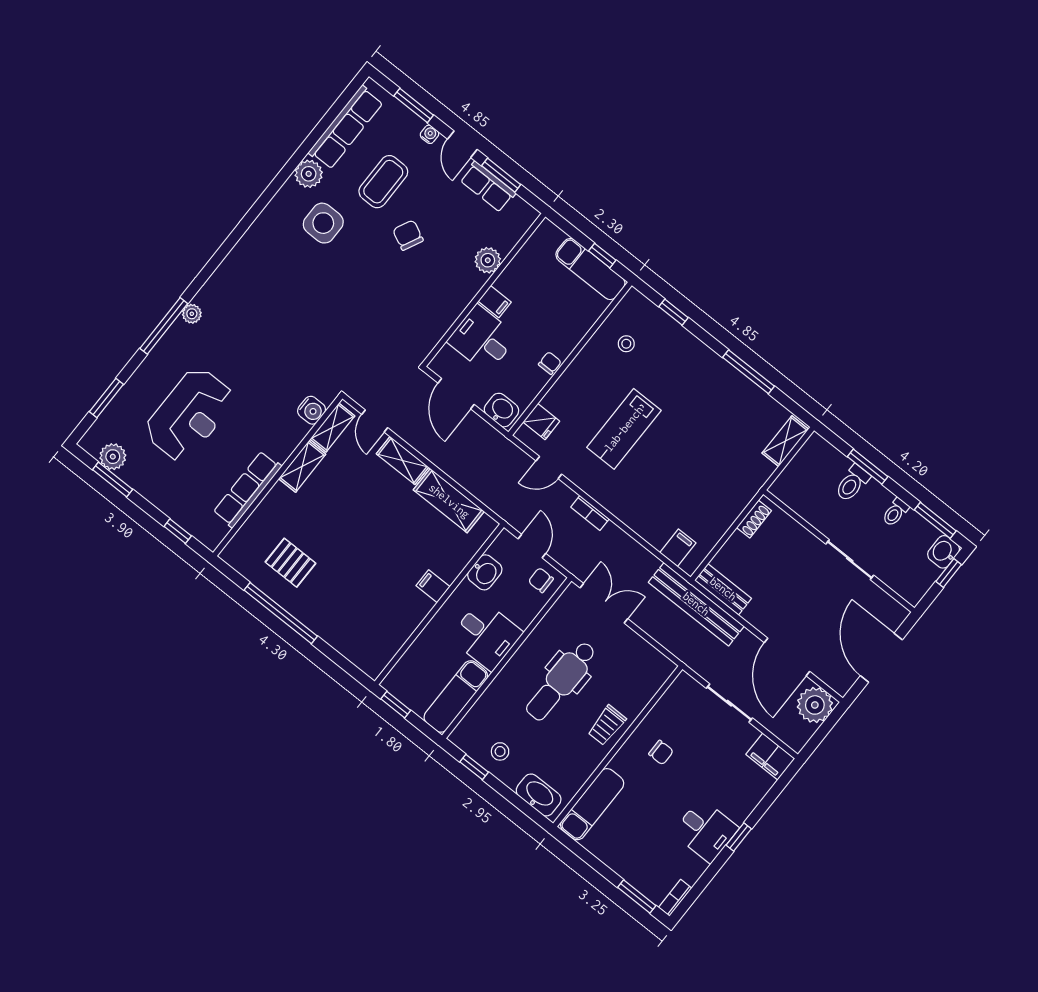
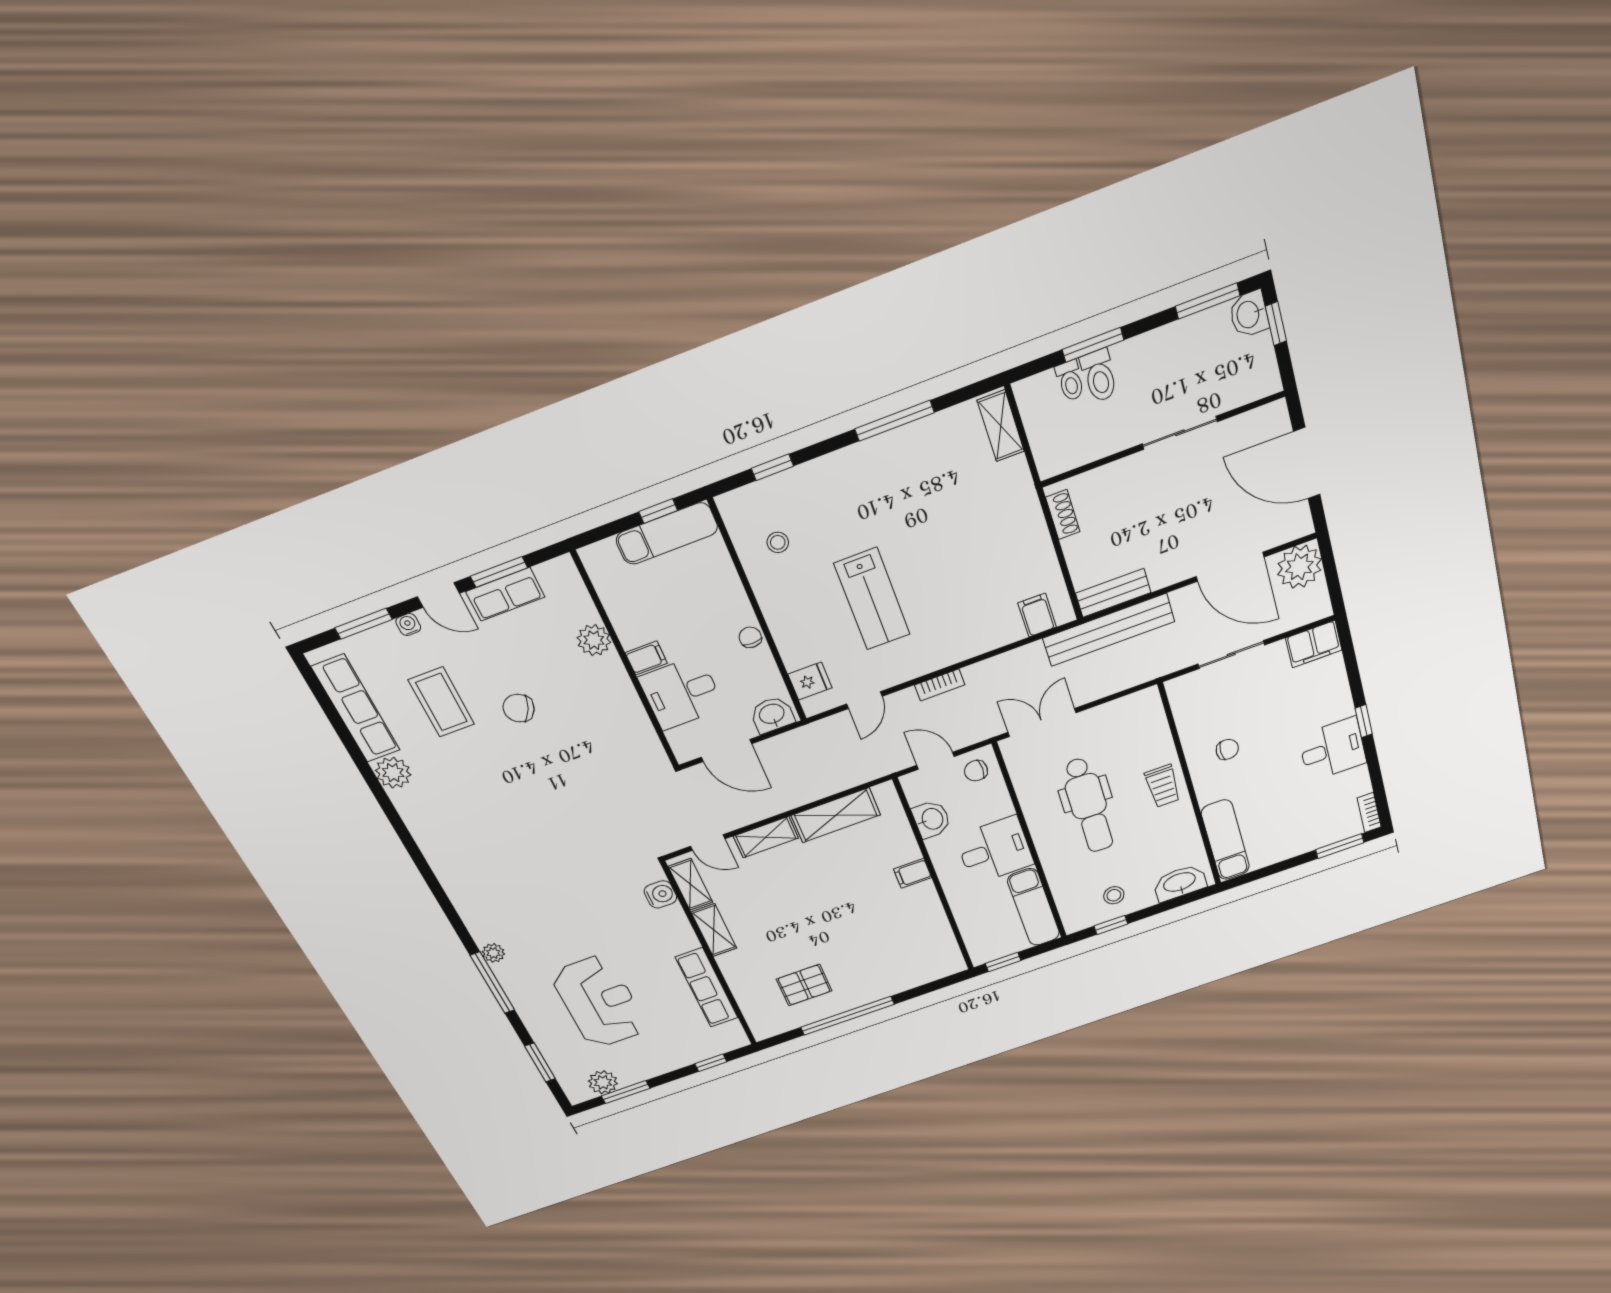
side table: (323, 223) -> (459, 786), removed
toilet: (895, 512) -> (1070, 381), moved

